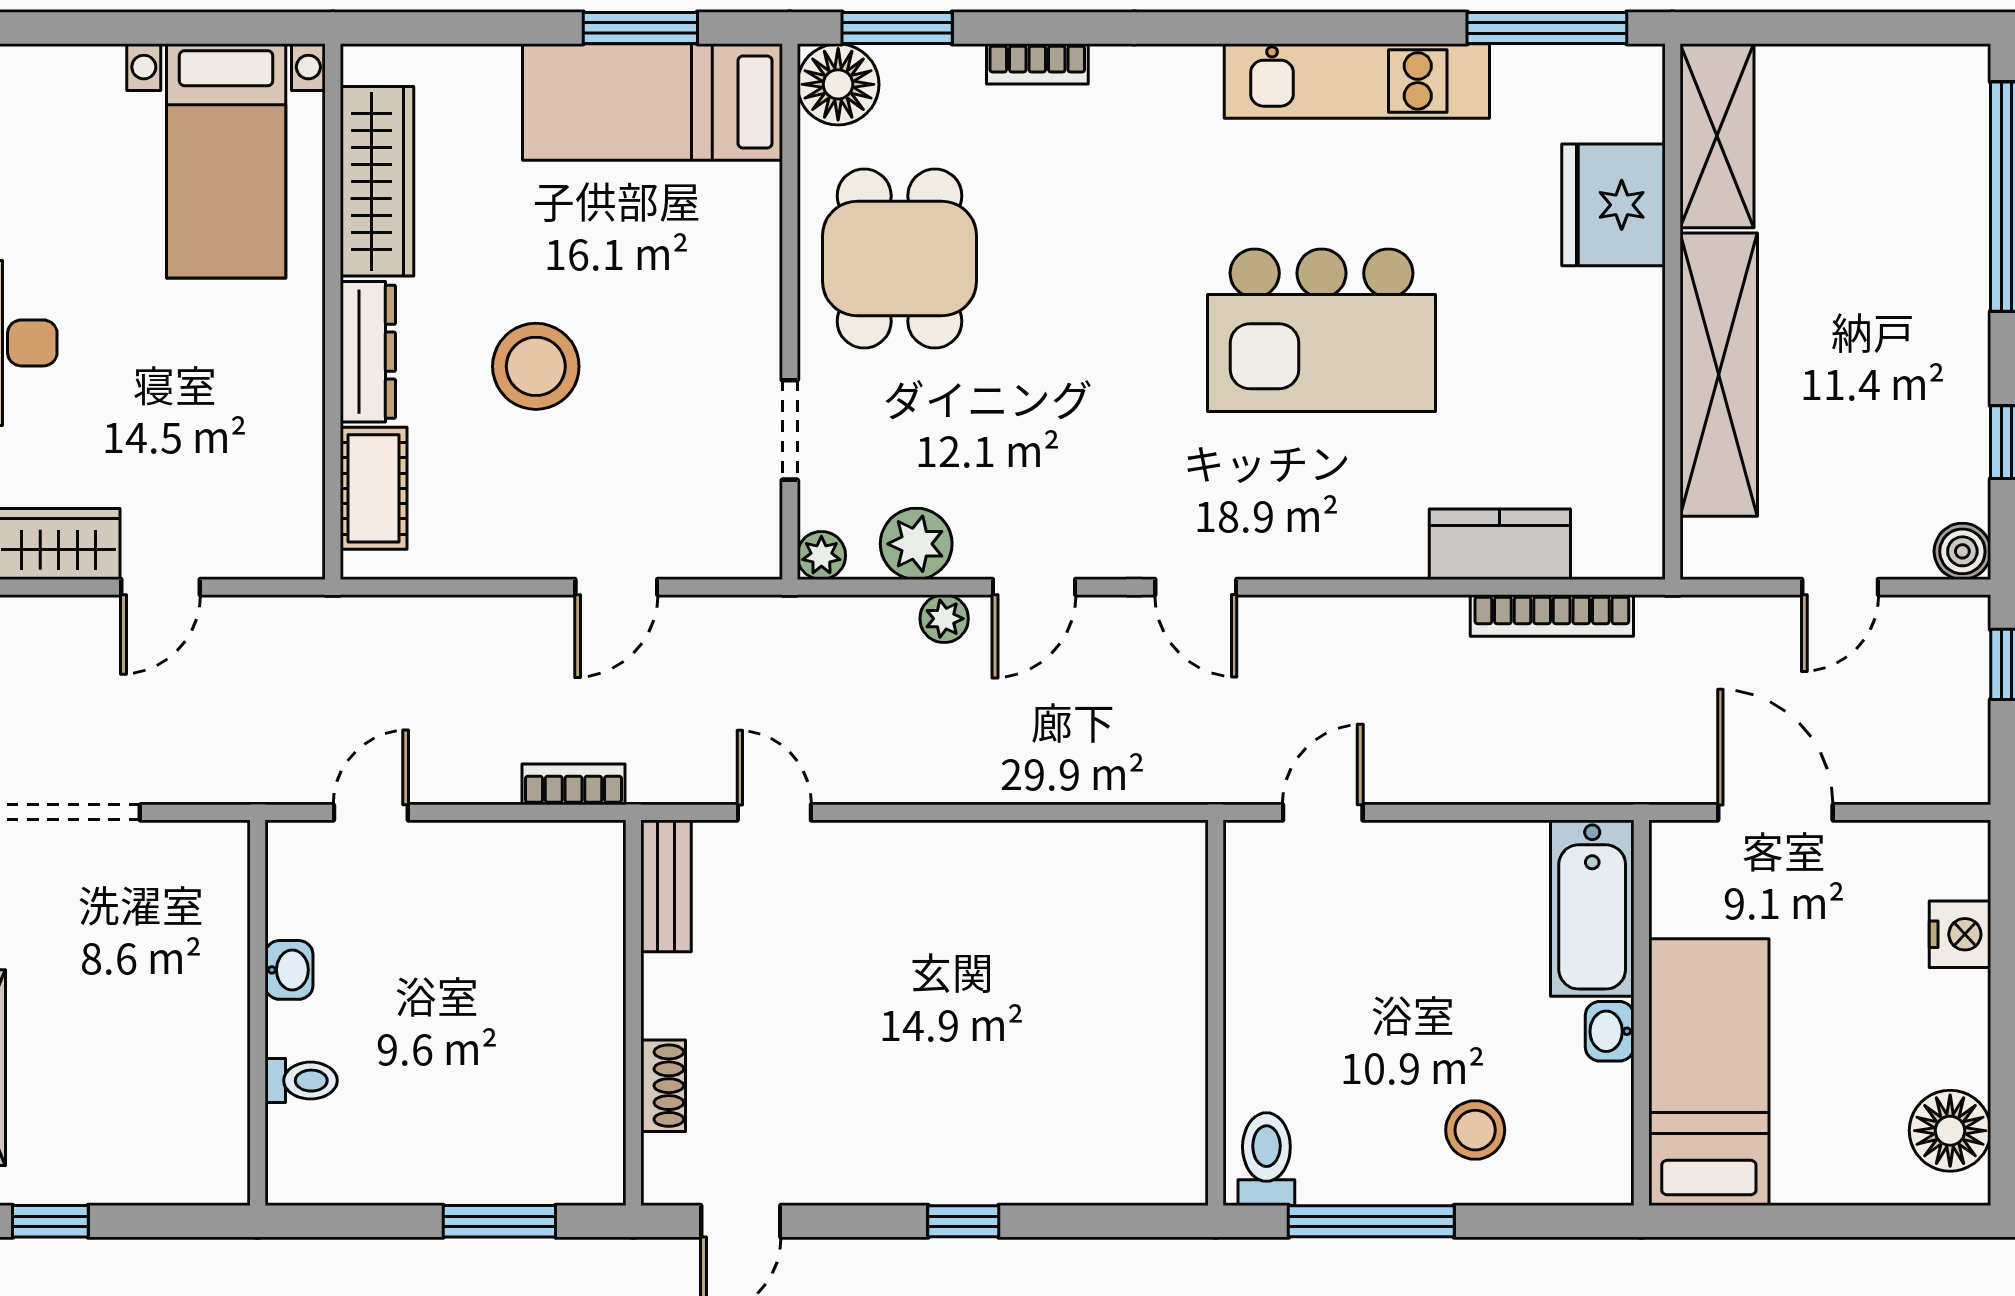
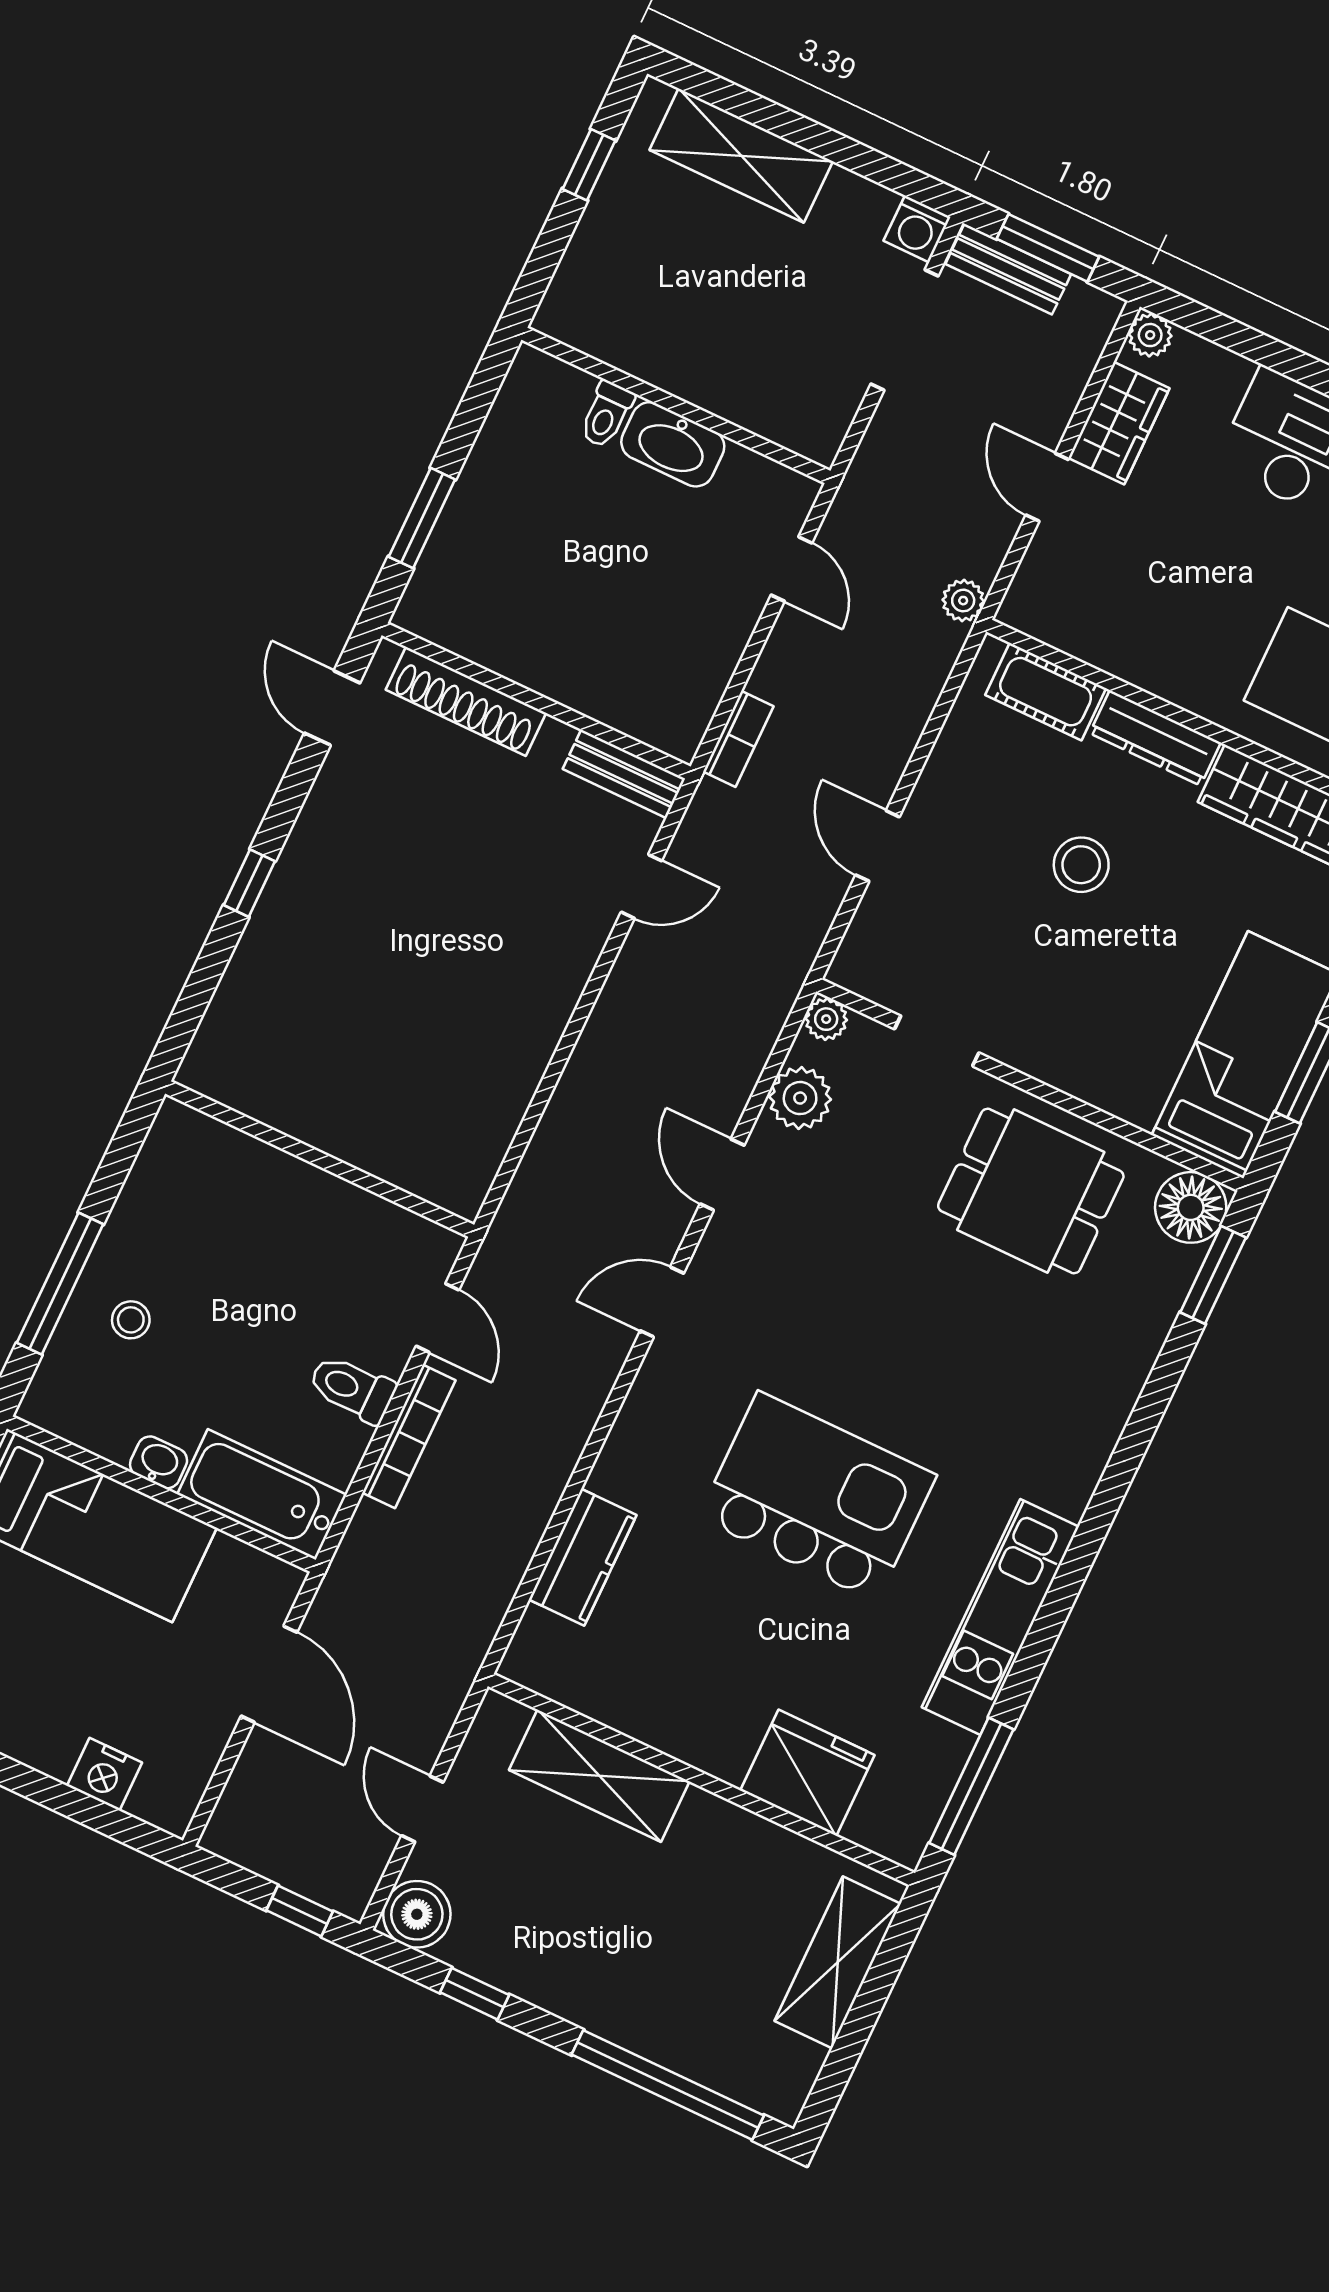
bookcase: (1037, 64) -> (1133, 1372), removed
shelving: (1717, 136) -> (838, 1962), moved, turned 90
kitchen island: (1322, 330) -> (817, 1496), turned 90
stool: (536, 366) -> (1081, 865), width x0.73, depth x0.73
shelving: (1719, 375) -> (599, 1776), width x0.68
boiler: (1962, 551) -> (417, 1914), width x1.36, depth x1.36
bookcase: (1552, 615) -> (409, 1436), moved, turned 180
plant: (944, 619) -> (963, 601), moved
door: (1775, 812) -> (269, 1674), hinge flipped
washbasin: (289, 970) -> (673, 444), width x1.91, depth x1.45
shoe rack: (663, 1086) -> (466, 701), width x1.94, depth x1.24
stool: (1475, 1130) -> (131, 1320), width x0.73, depth x0.73
toilet: (1266, 1159) -> (352, 1389), moved, turned 180
window: (1371, 1221) -> (60, 1284), moved

